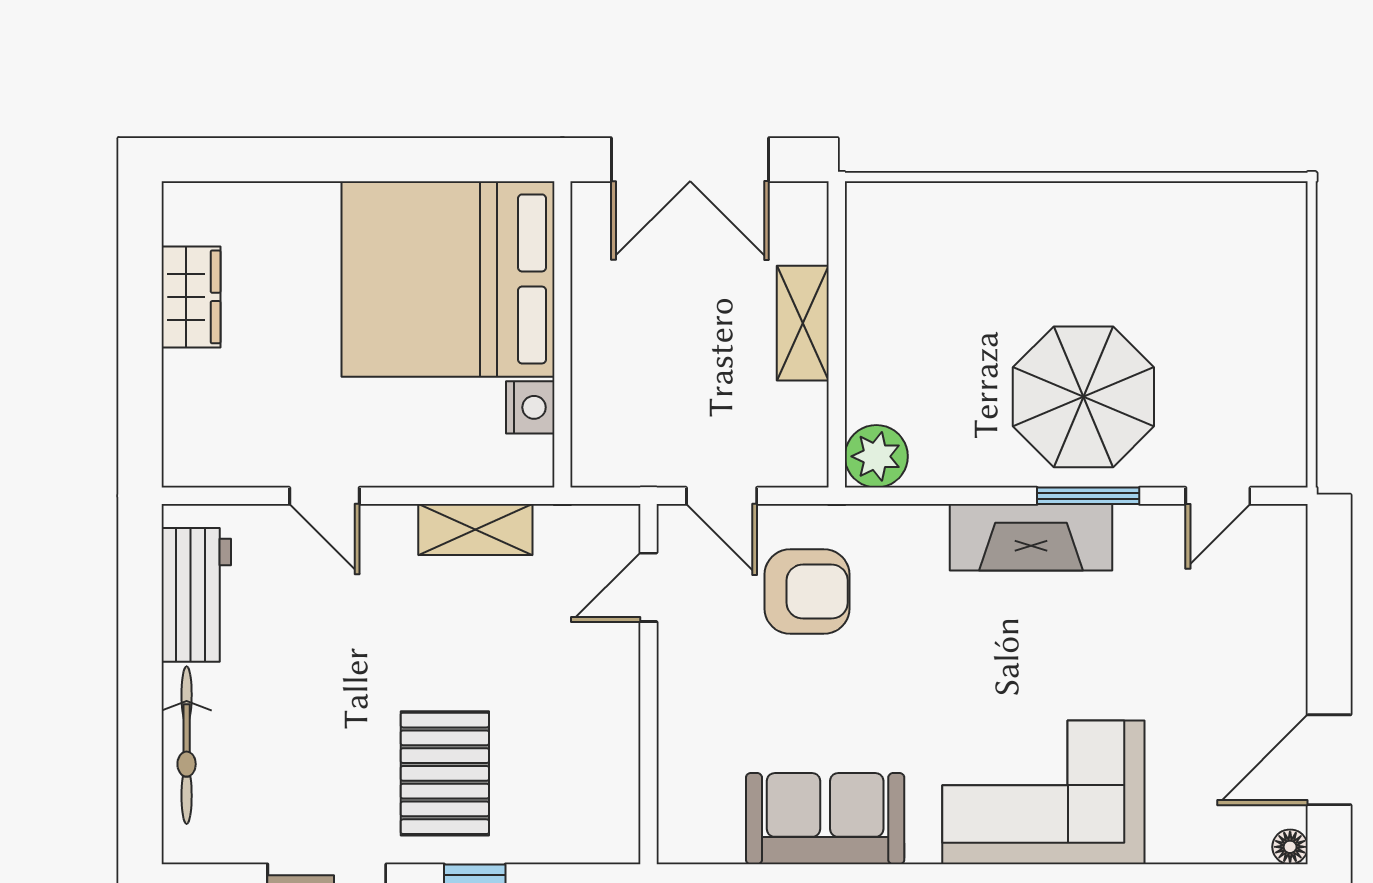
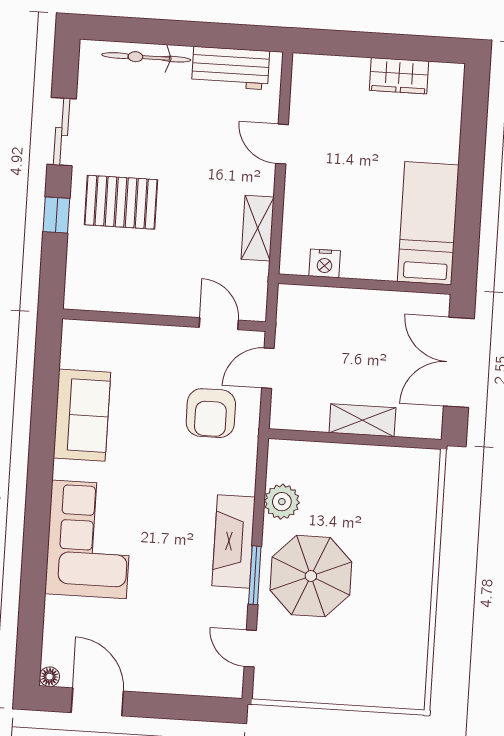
bed: (448, 279) -> (428, 223), width x0.49
plant: (876, 456) -> (282, 502), moved
door: (324, 496) -> (282, 144), hinge flipped

